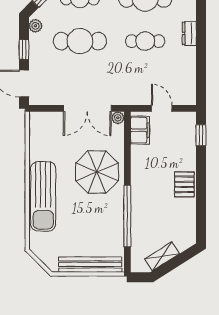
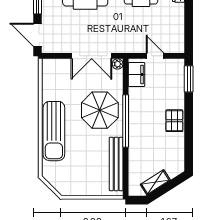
window: (201, 135) -> (189, 79), width x1.50
window: (127, 216) -> (126, 121), moved
bench: (90, 265) -> (116, 164), moved, turned 90

